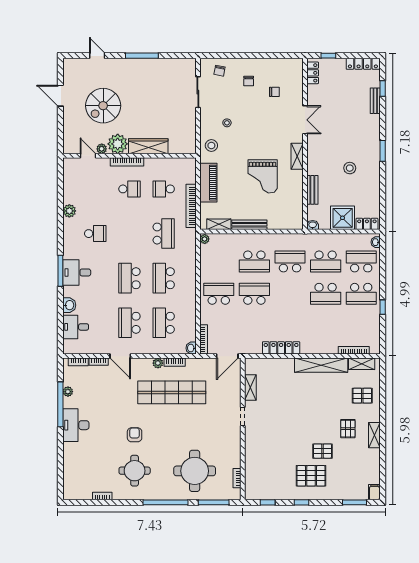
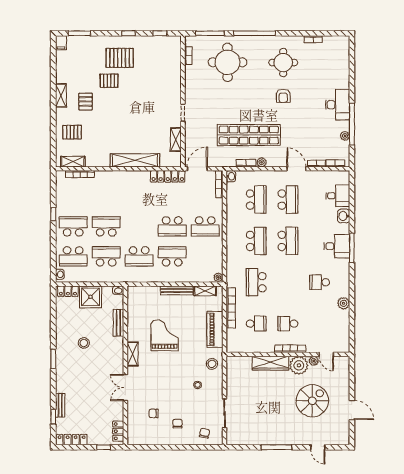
locker: (281, 348) -> (168, 176), moved
shelving: (321, 365) -> (135, 160), moved

